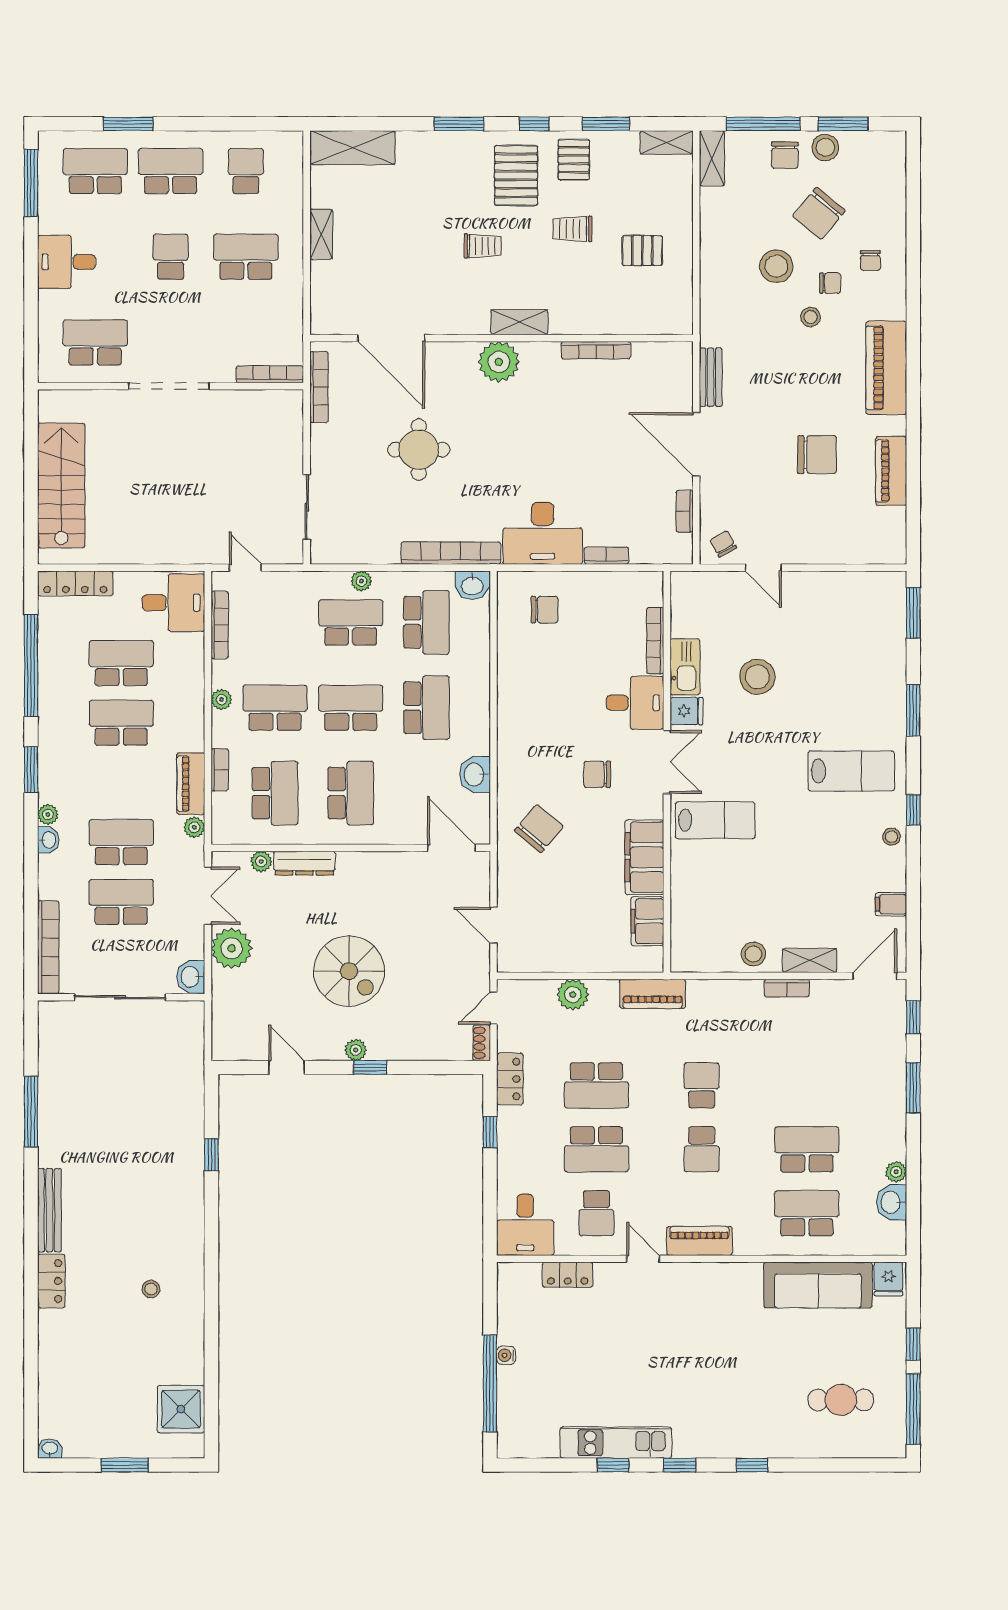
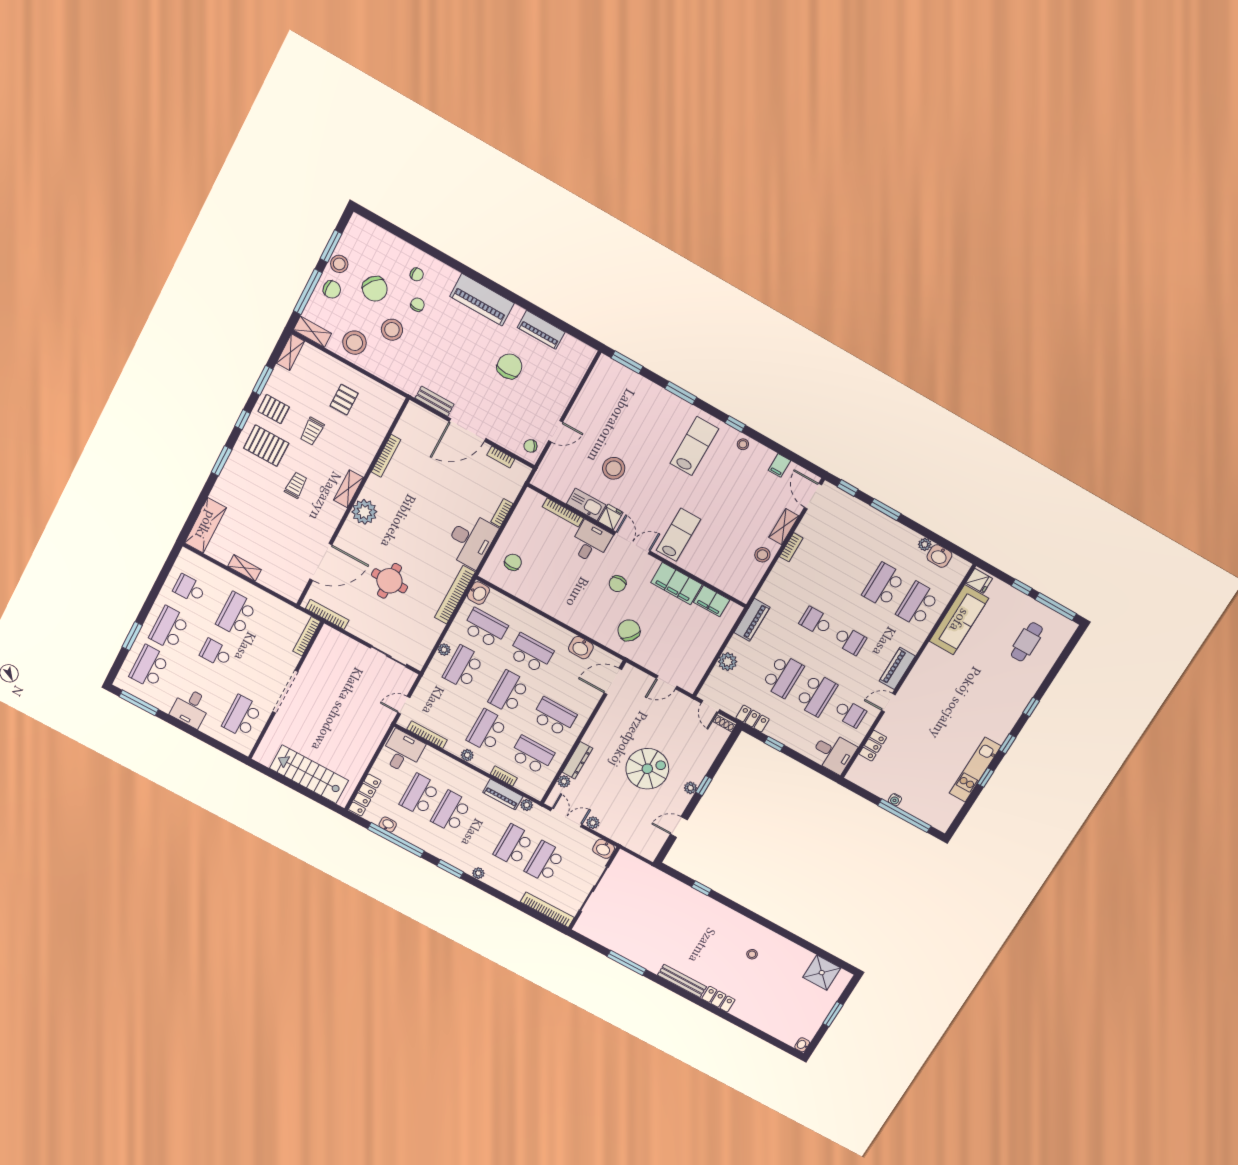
stool: (810, 317) -> (354, 343), moved, width x1.89, depth x1.89
washbasin: (48, 840) -> (388, 825), moved
plant: (232, 948) -> (593, 823), width x0.53, depth x0.53

